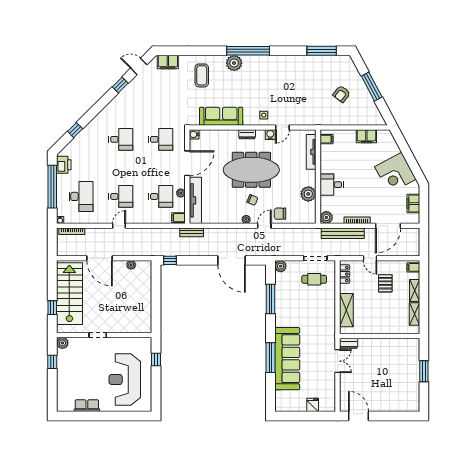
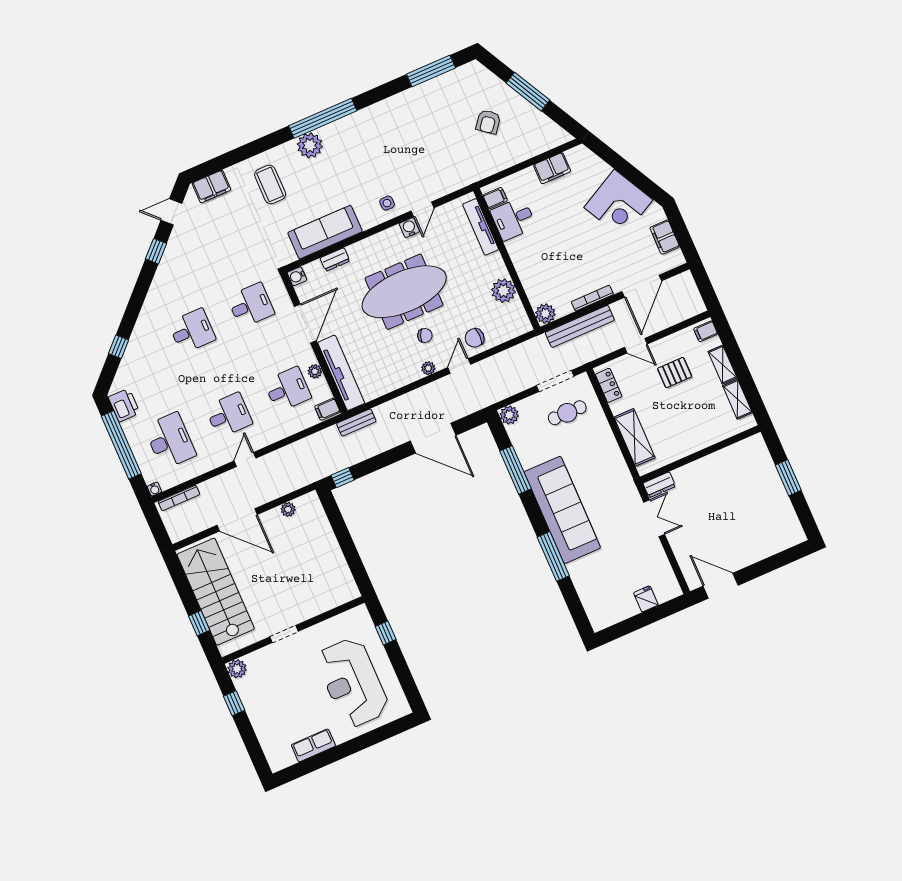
dresser: (247, 134) -> (335, 260), moved
desk: (332, 185) -> (513, 219), moved
pallet: (385, 283) -> (675, 373), turned 90
sofa: (287, 359) -> (562, 510), moved

